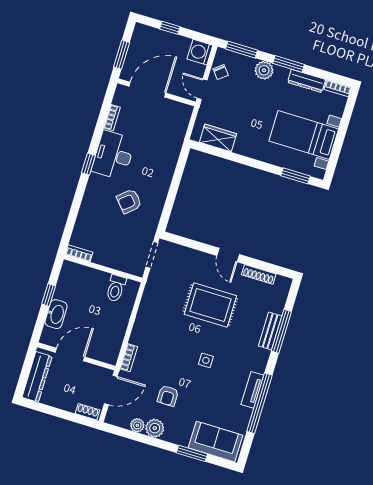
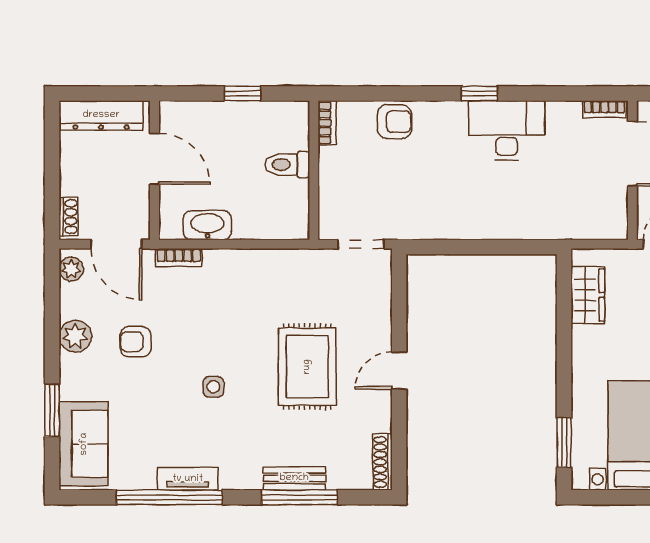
bookcase: (112, 118) -> (604, 109), moved
armchair: (129, 201) -> (394, 122), moved, turned 131
shoe rack: (259, 274) -> (382, 462), moved
toilet: (116, 288) -> (287, 165), moved
washbasin: (56, 314) -> (207, 225), moved, turned 180
plant: (137, 425) -> (71, 269), moved

